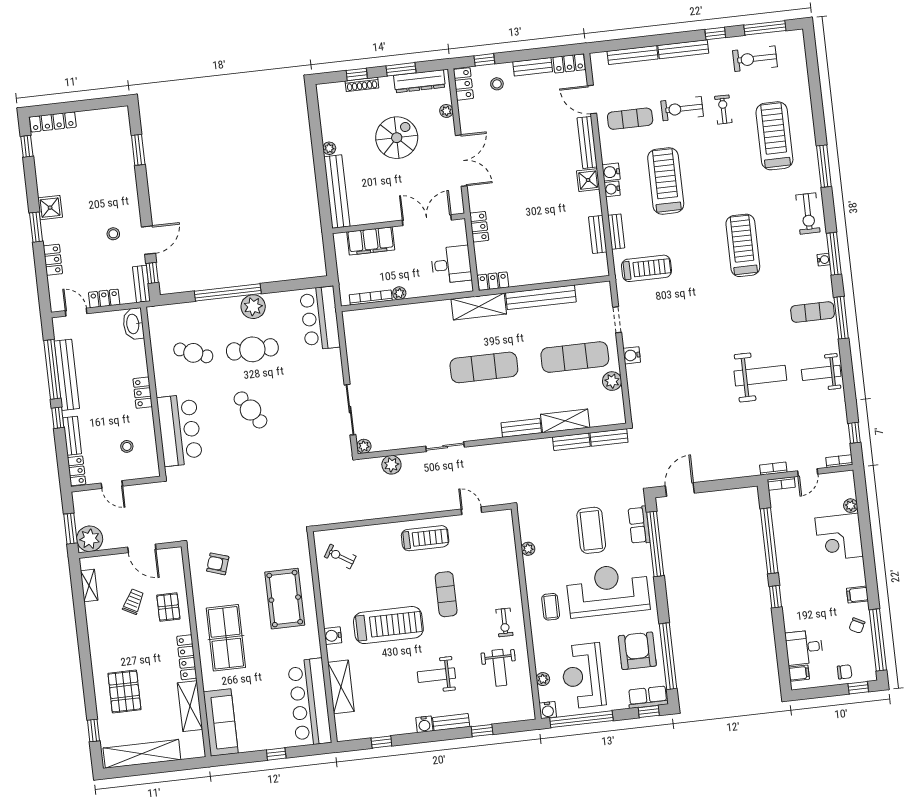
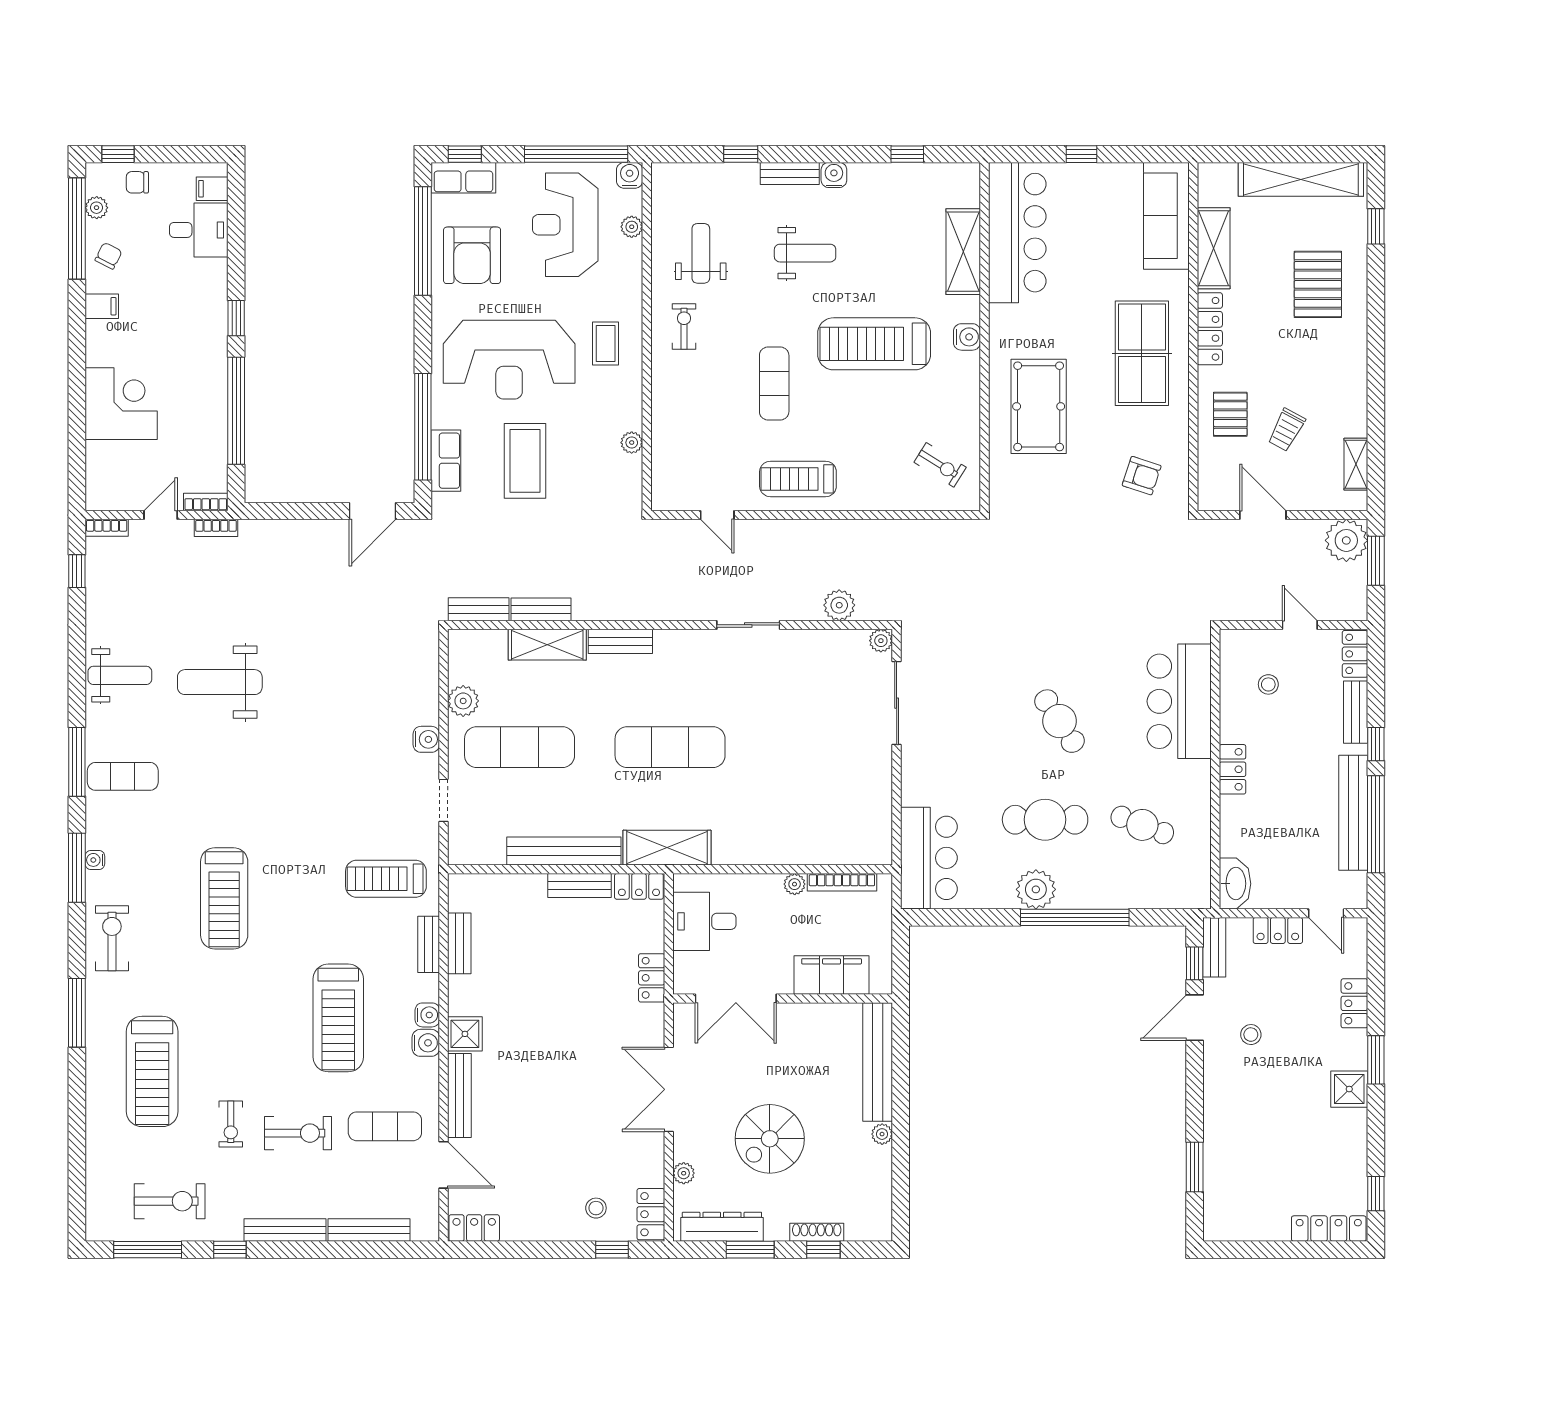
bench: (533, 67) -> (580, 886), moved
plant: (851, 506) -> (97, 208), moved
reception desk: (583, 676) -> (565, 225), turned 180

